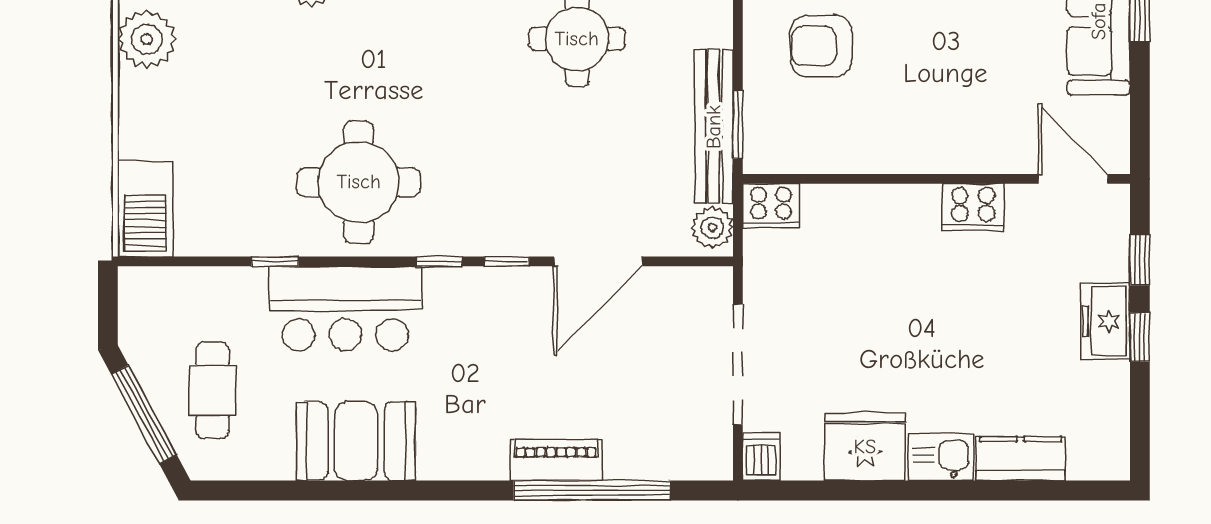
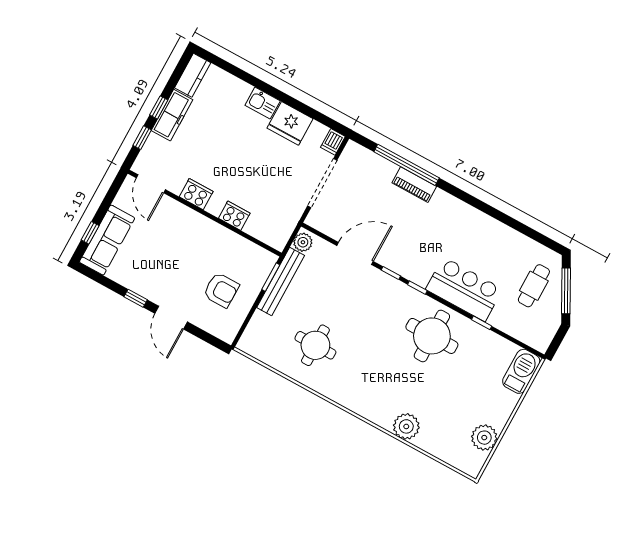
cooker: (771, 206) -> (234, 216), moved
freezer: (1105, 321) -> (172, 115), width x1.40
booth: (356, 441) -> (488, 235), removed
kitchen counter: (1021, 459) -> (193, 75), moved, turned -90

